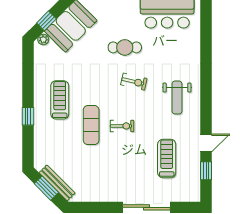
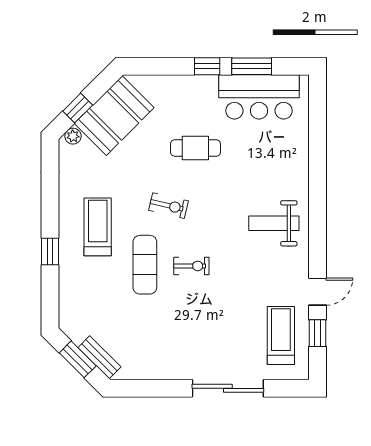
exercise bike: (134, 82) -> (168, 206), moved
weight bench: (177, 98) -> (274, 223), turned 90
treadmill: (167, 158) -> (281, 335), moved
bench: (57, 183) -> (99, 357), width x0.73

